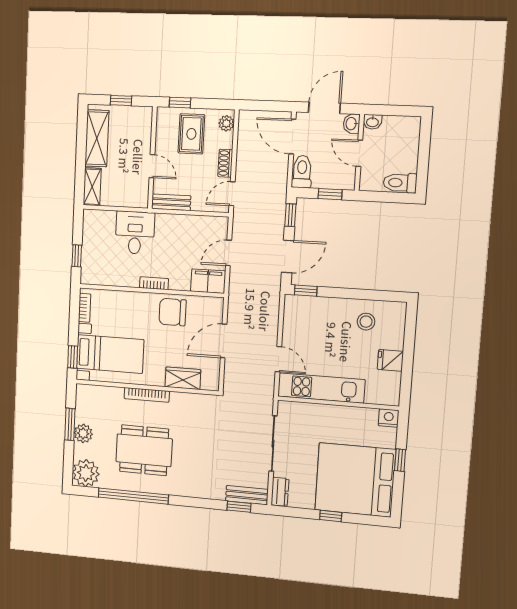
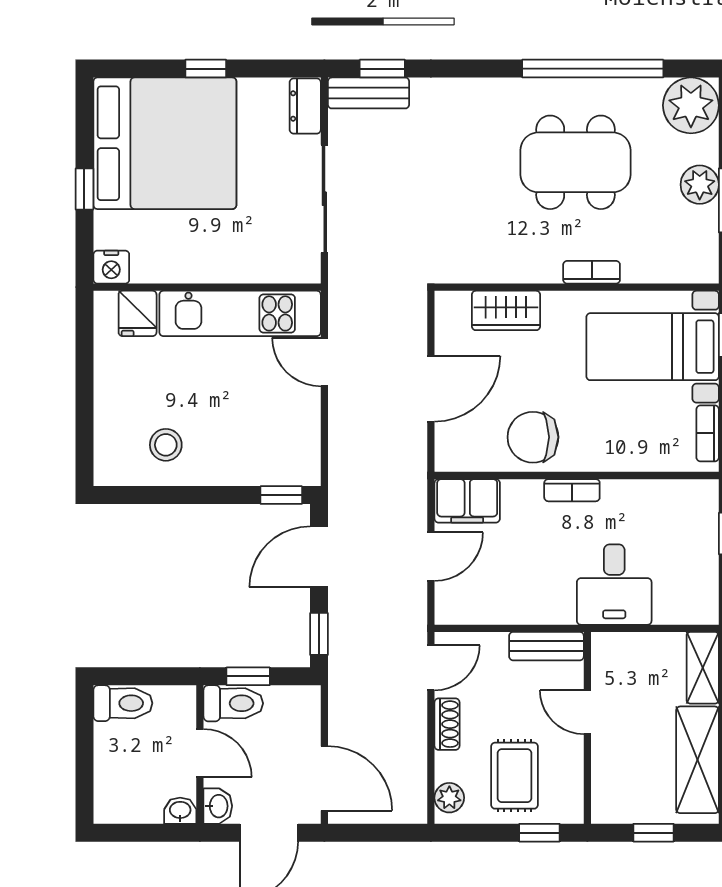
toilet: (302, 172) -> (233, 703), moved, turned -90
chair: (173, 312) -> (533, 437), turned 180
fridge: (390, 360) -> (138, 313), moved, turned 90
bookcase: (147, 395) -> (592, 272), width x0.64

